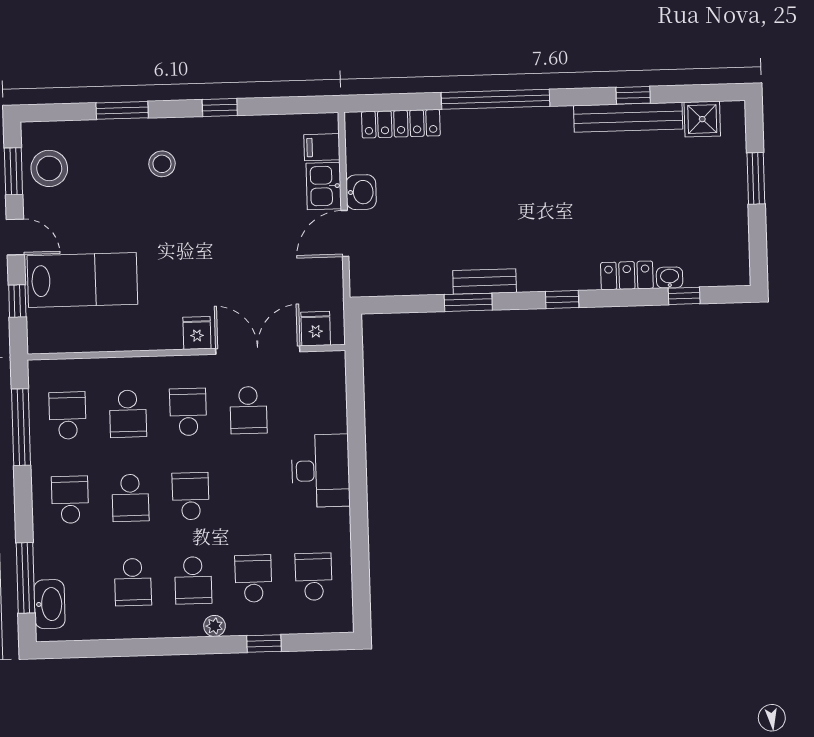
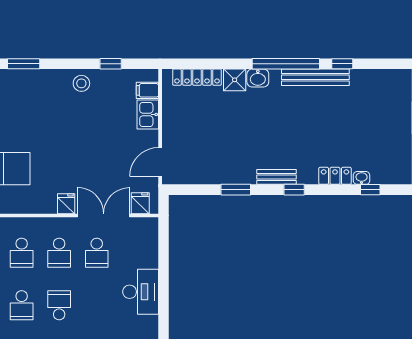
window: (496, 99) -> (286, 64), moved
window: (220, 108) -> (111, 64), moved
bench: (628, 117) -> (315, 77), moved
shower: (702, 119) -> (235, 80), moved
stool: (162, 164) -> (81, 83), moved
washbasin: (361, 192) -> (258, 78), moved, turned 90
door: (345, 233) -> (160, 162), moved
bench: (485, 281) -> (277, 177), moved
school desk: (188, 412) -> (59, 253), turned 180

